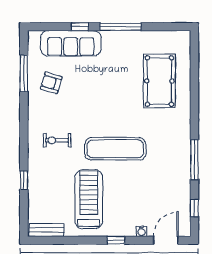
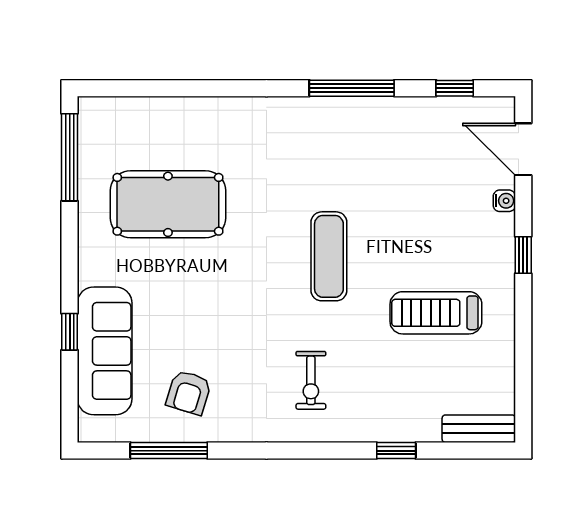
window: (120, 27) -> (70, 157), moved
pool table: (159, 81) -> (168, 204), moved
exercise mat: (115, 149) -> (329, 256), width x0.73, depth x0.69
treadmill: (89, 199) -> (436, 313), width x0.73, depth x0.73
bench: (47, 230) -> (479, 429), moved, turned 90

